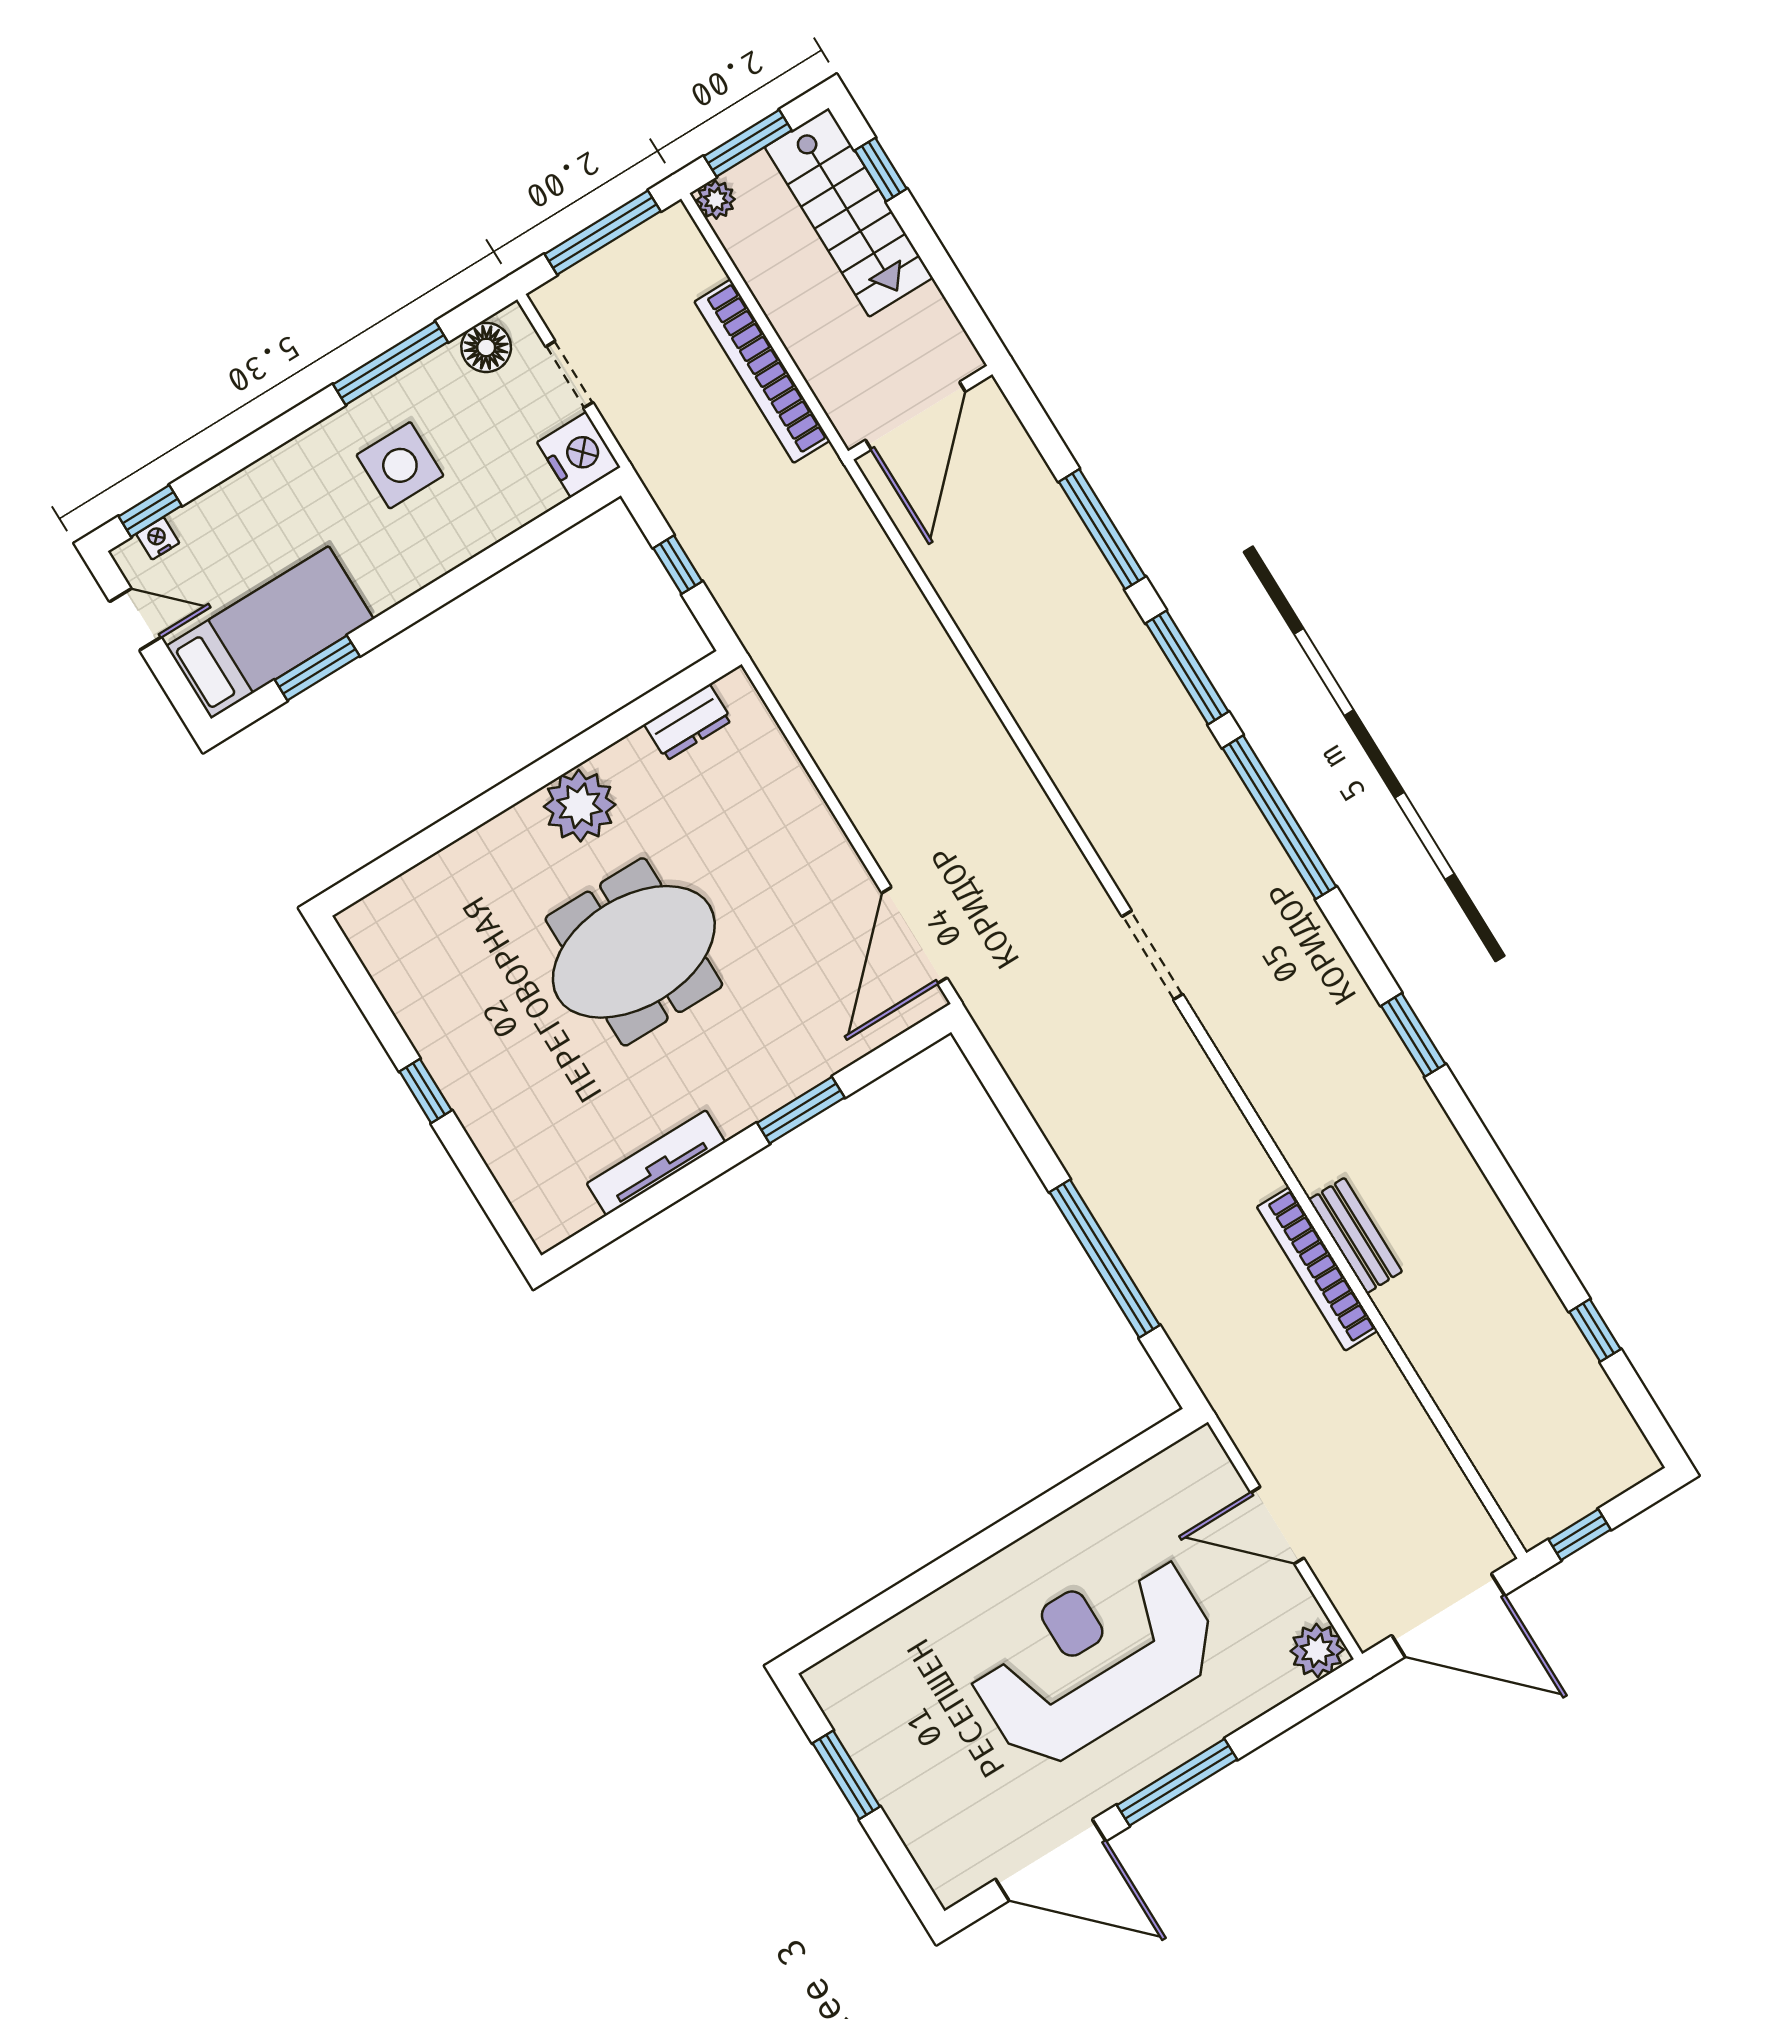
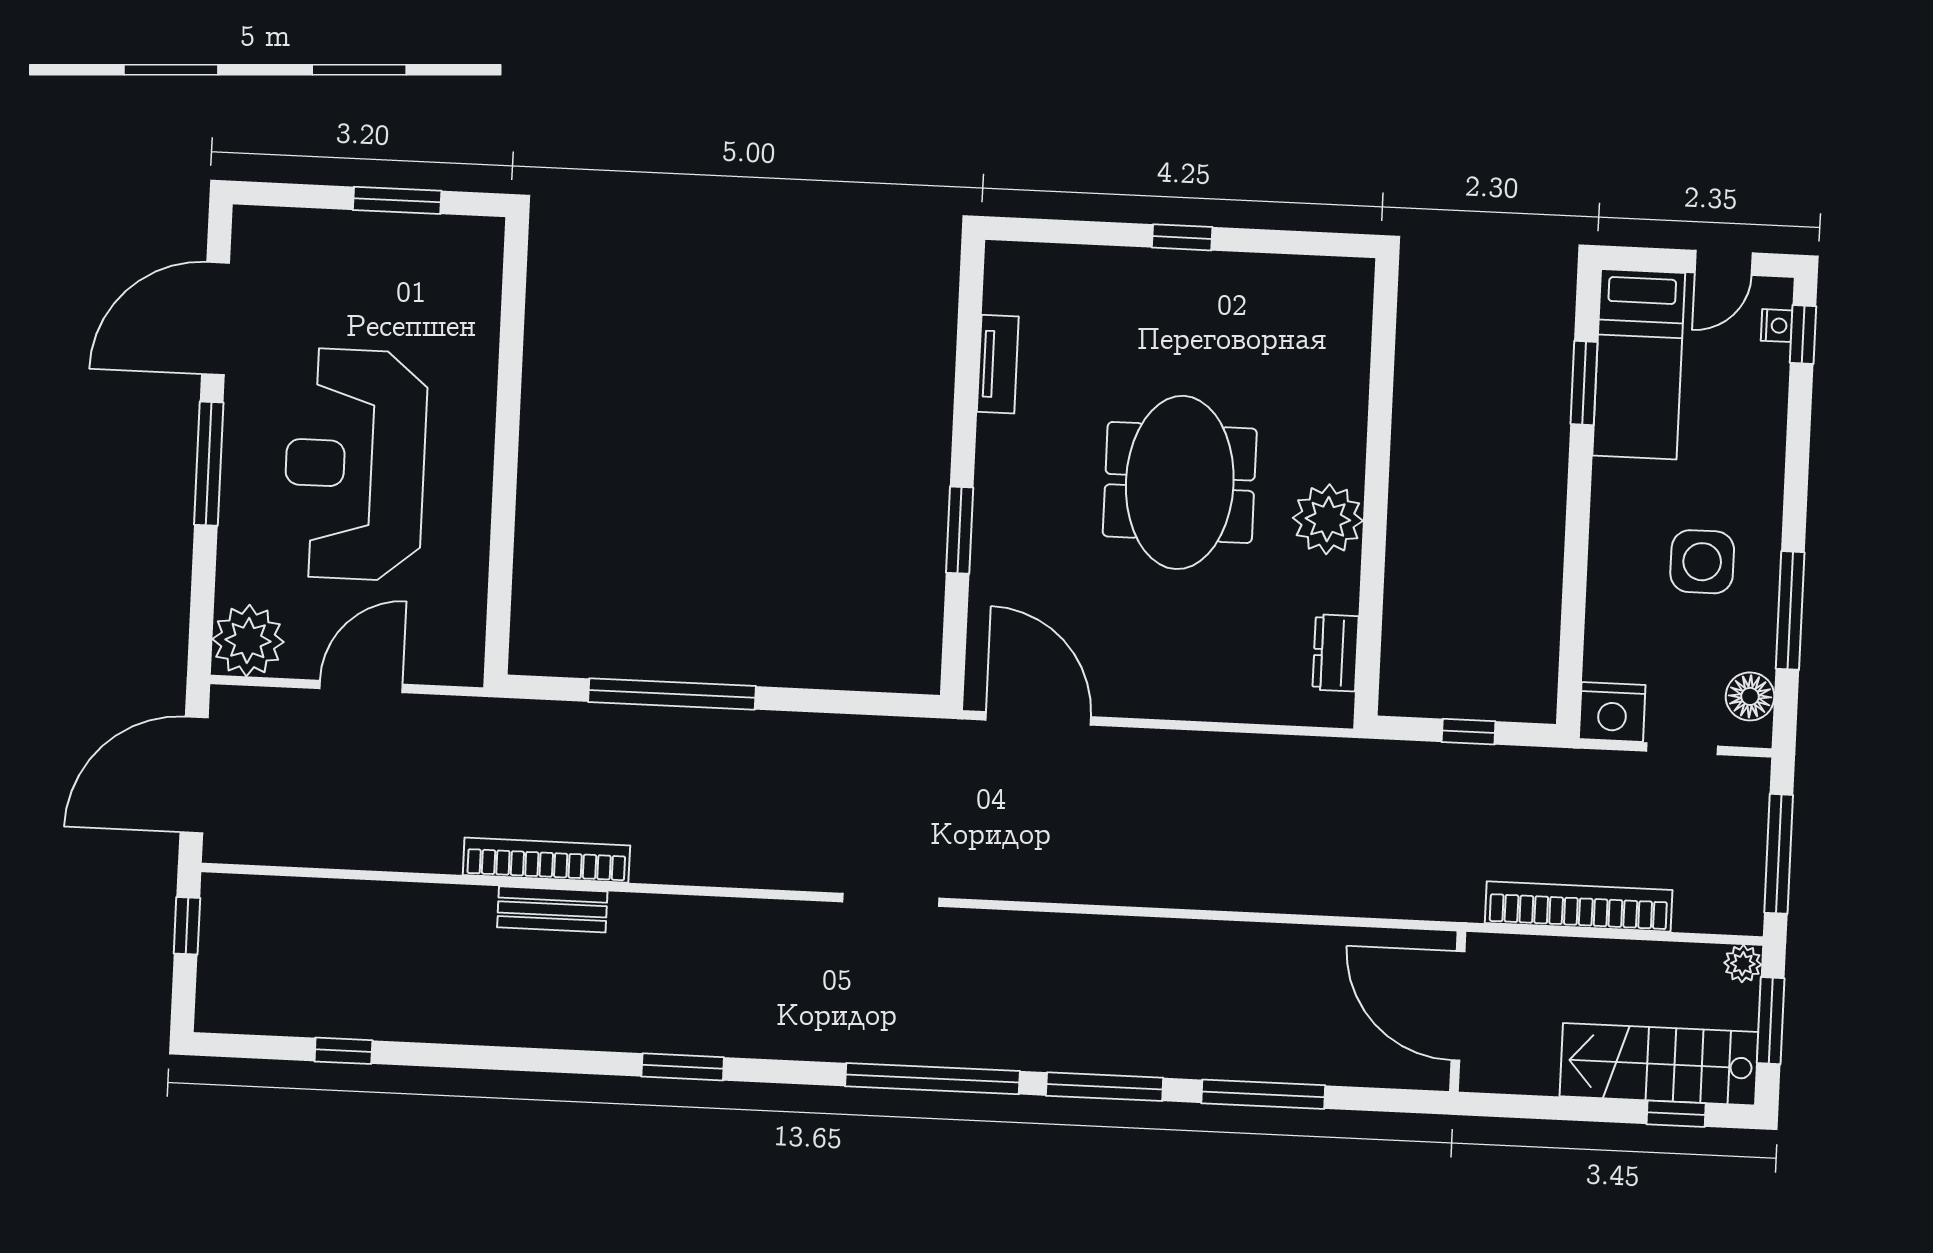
tv unit: (656, 1163) -> (998, 364), width x0.71
plant: (1317, 1650) -> (248, 641), width x1.36, depth x1.36
reception desk: (1094, 1658) -> (355, 464), turned 180

